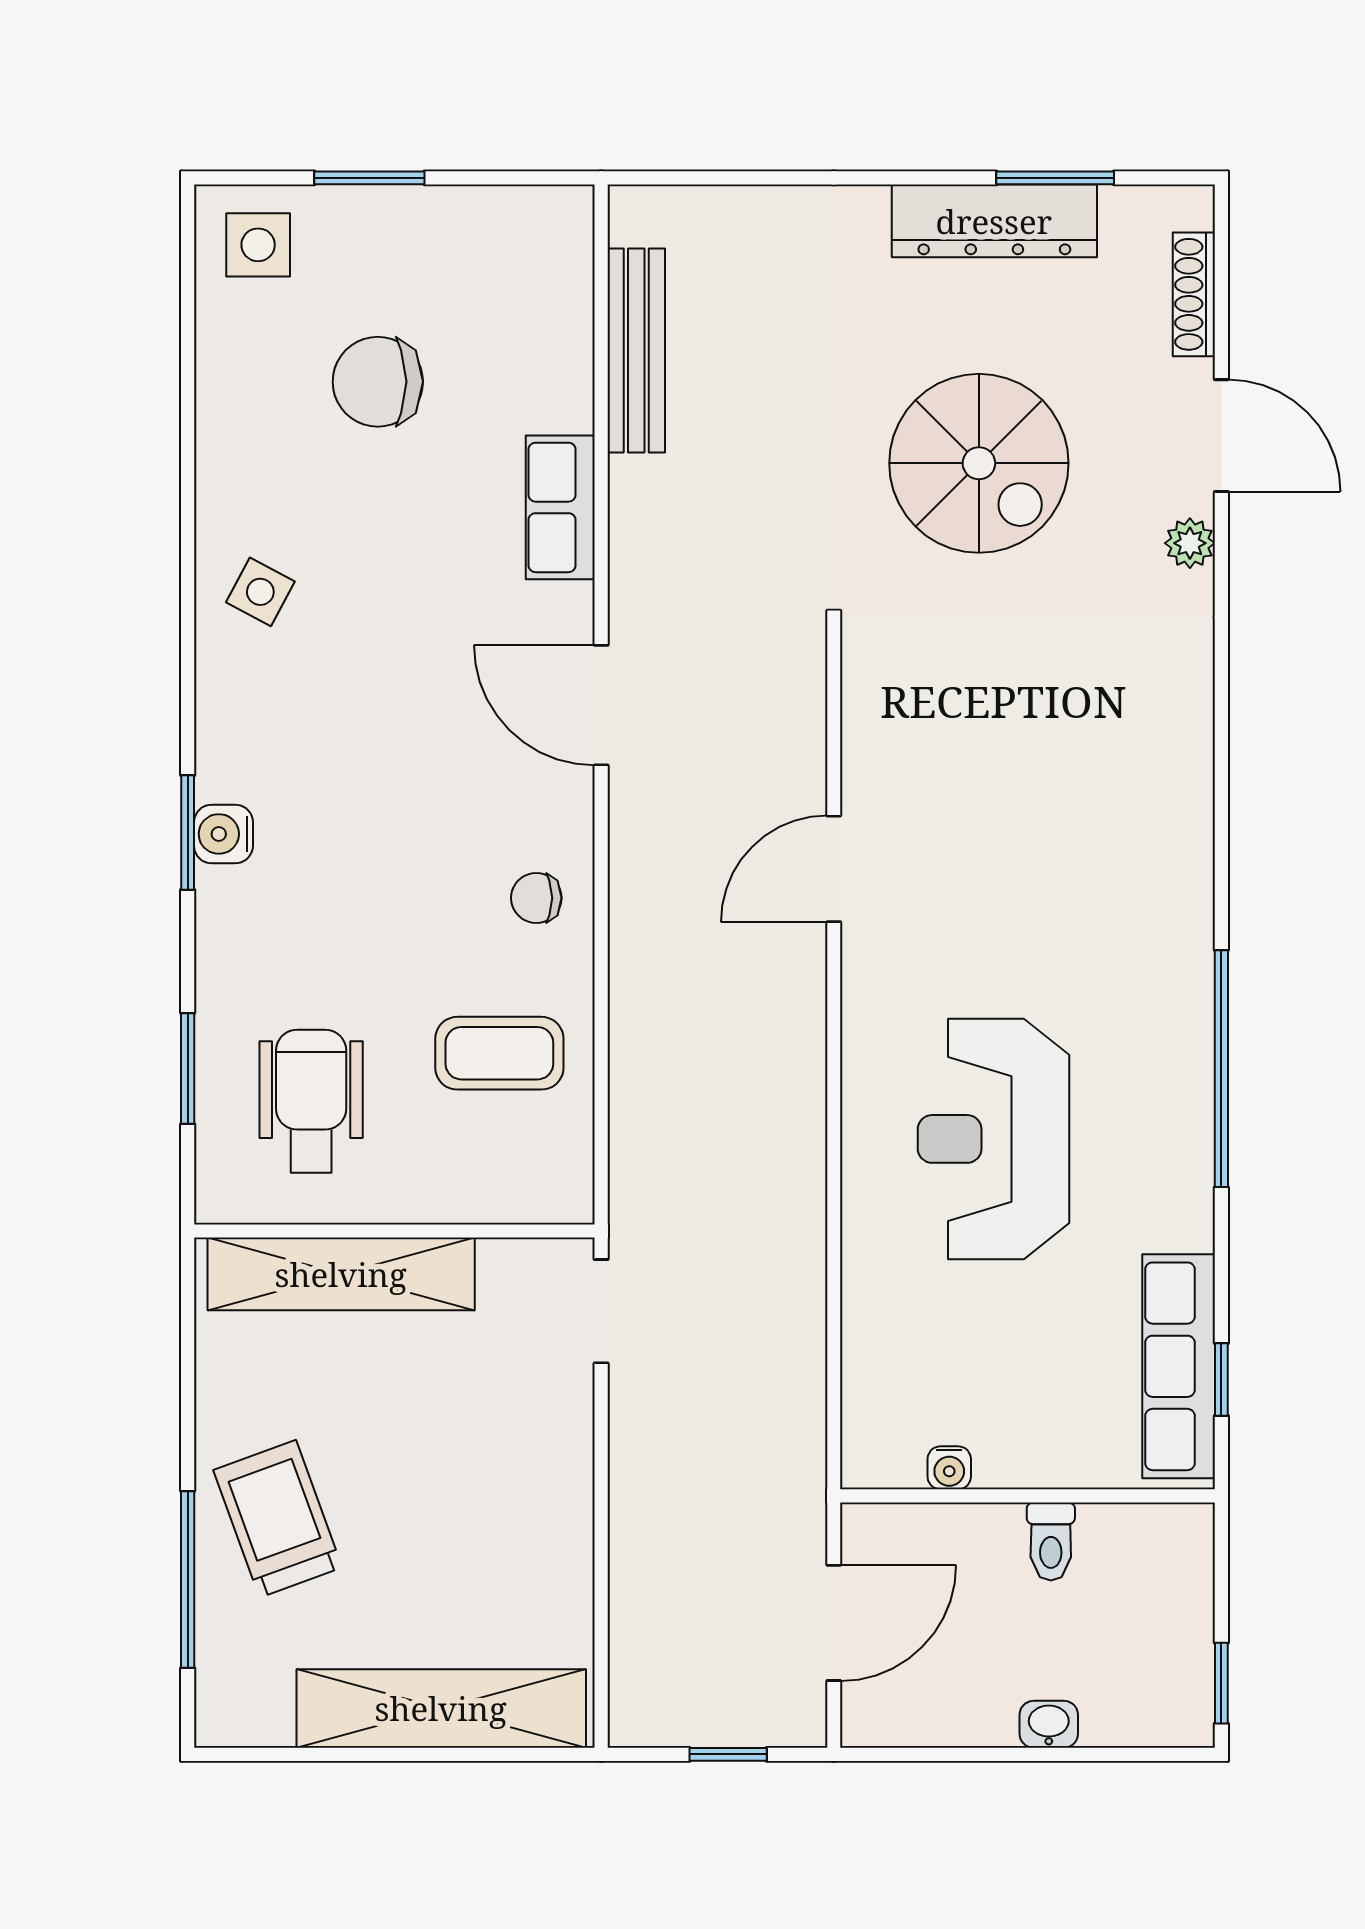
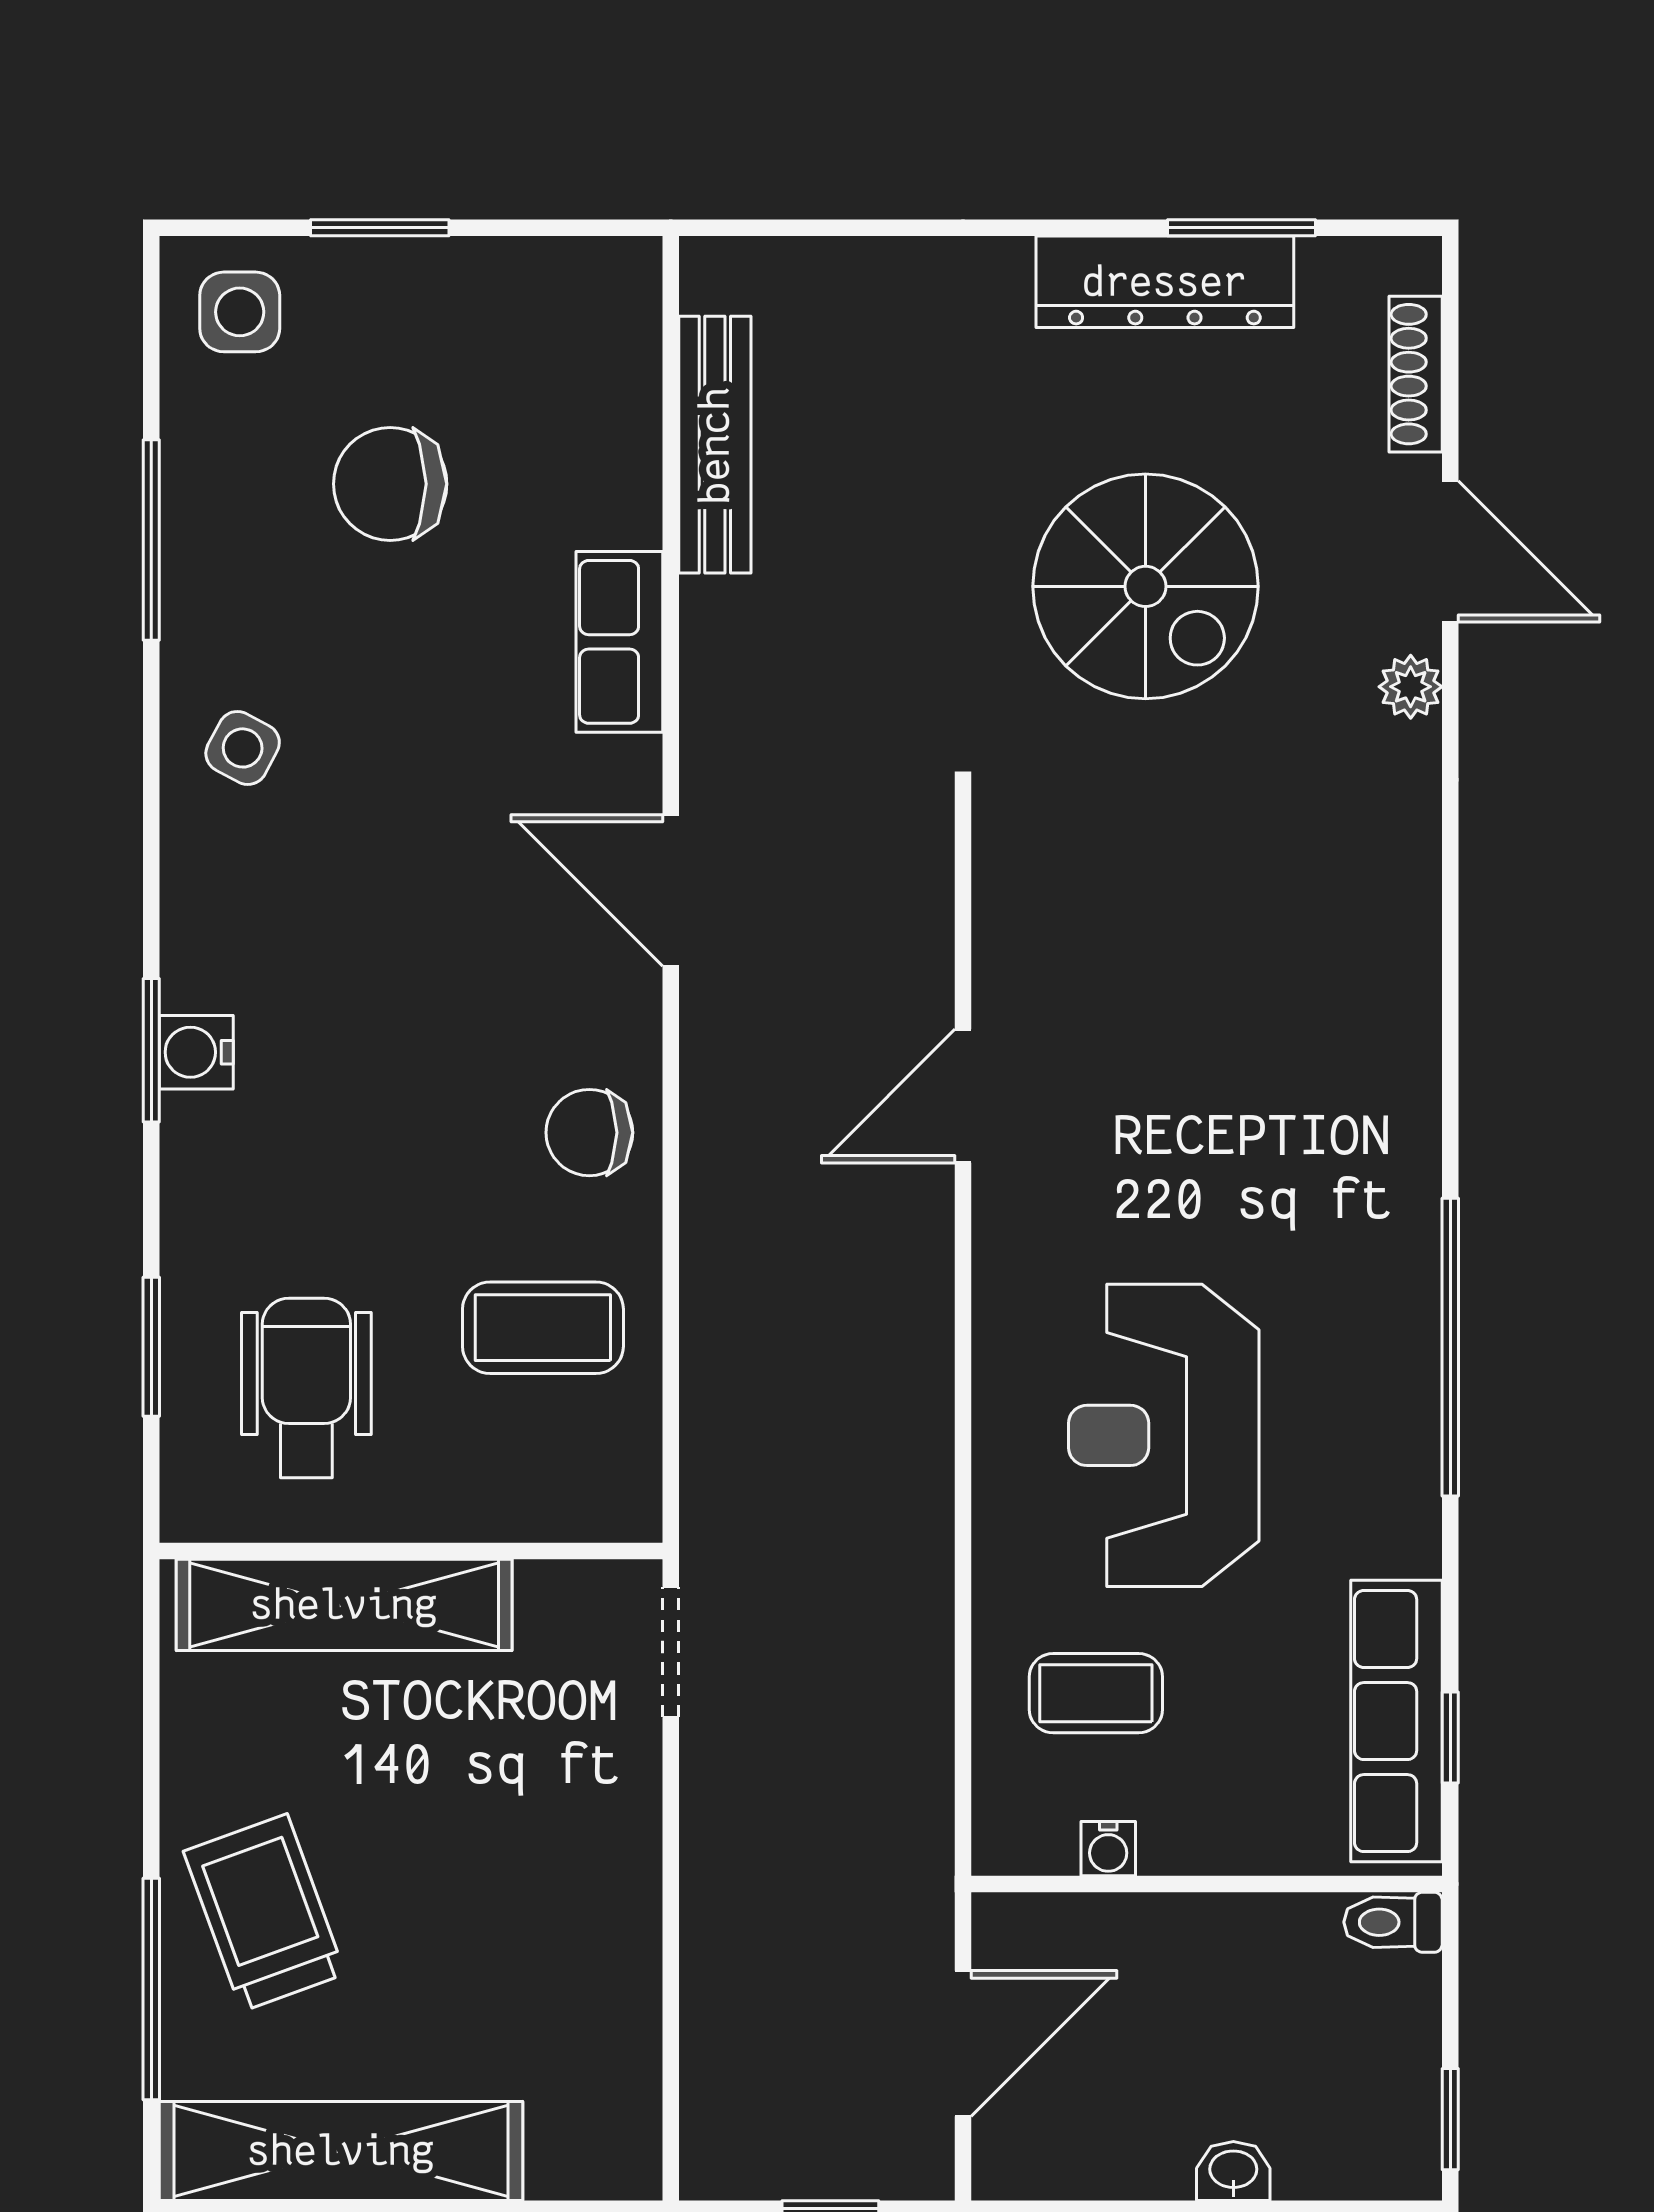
window: (188, 426) -> (151, 540), added
chair: (536, 898) -> (589, 1133), width x1.37, depth x1.37
coffee table: (939, 1344) -> (1096, 1693), added
toilet: (1051, 1541) -> (1393, 1922), moved, turned 90
shelving: (441, 1708) -> (341, 2151), moved

